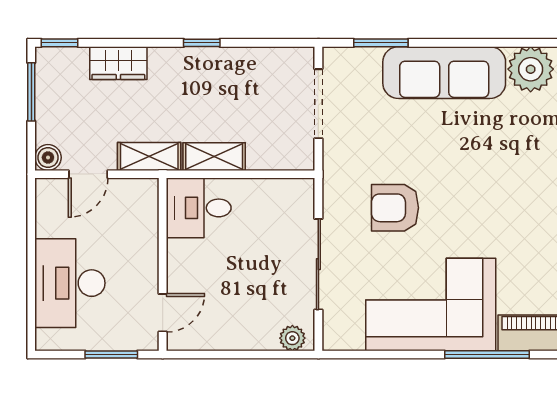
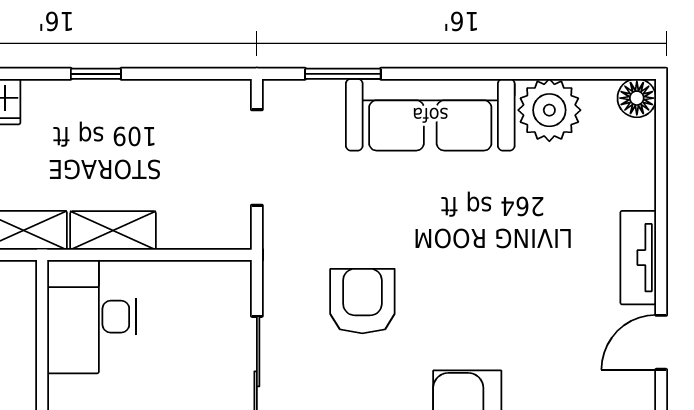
desk: (199, 208) -> (92, 317), width x1.37
armchair: (395, 208) -> (362, 301), turned 90

